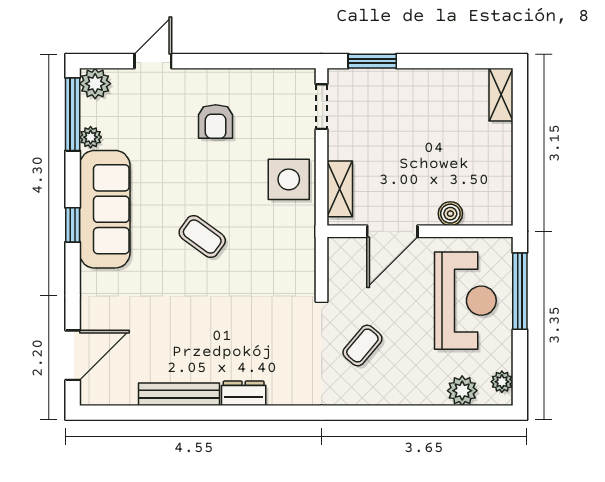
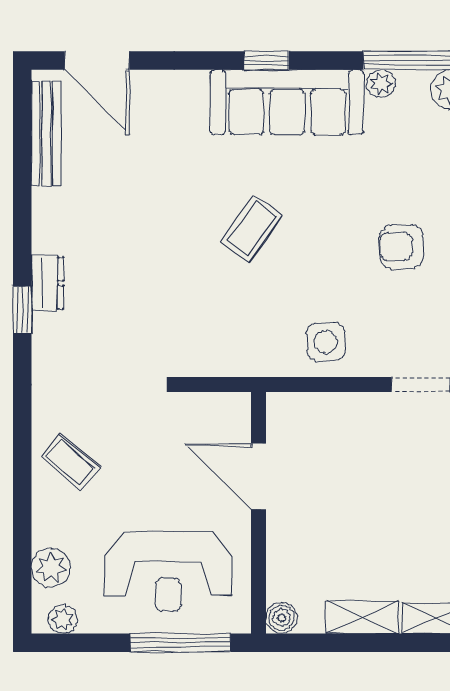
side table: (289, 179) -> (326, 342), width x0.73, depth x0.73
shelving: (340, 189) -> (363, 617), moved
boiler: (450, 214) -> (281, 618), moved
coffee table: (362, 345) -> (71, 462), moved
bench: (179, 394) -> (46, 133), moved
window: (264, 413) -> (22, 309), added

